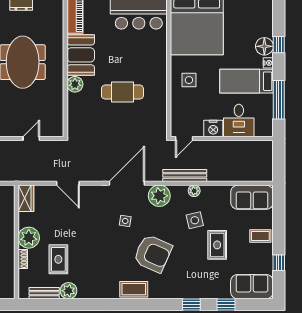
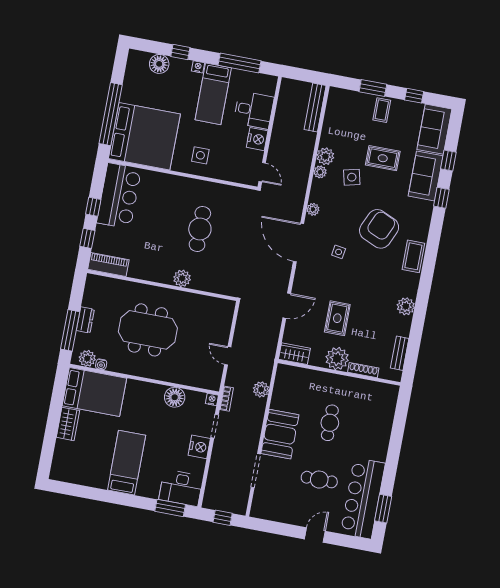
floor lamp: (264, 46) -> (159, 64), moved
booth: (81, 55) -> (152, 266), removed
door: (31, 139) -> (228, 356), moved
bench: (185, 175) -> (315, 108), moved
plant: (209, 193) -> (325, 156), added
plant: (159, 196) -> (313, 209), width x0.53, depth x0.53
sofa: (252, 197) -> (426, 176), moved, turned 180
window: (279, 224) -> (373, 88), added
shoe rack: (23, 259) -> (363, 370), width x1.43
rug: (58, 259) -> (337, 318), moved, turned 90
plant: (68, 291) -> (406, 306), moved

